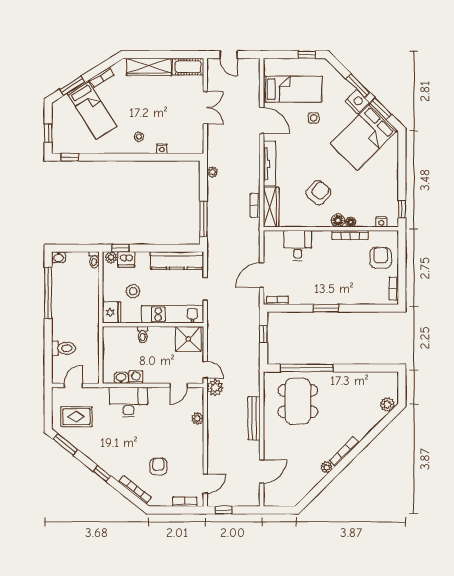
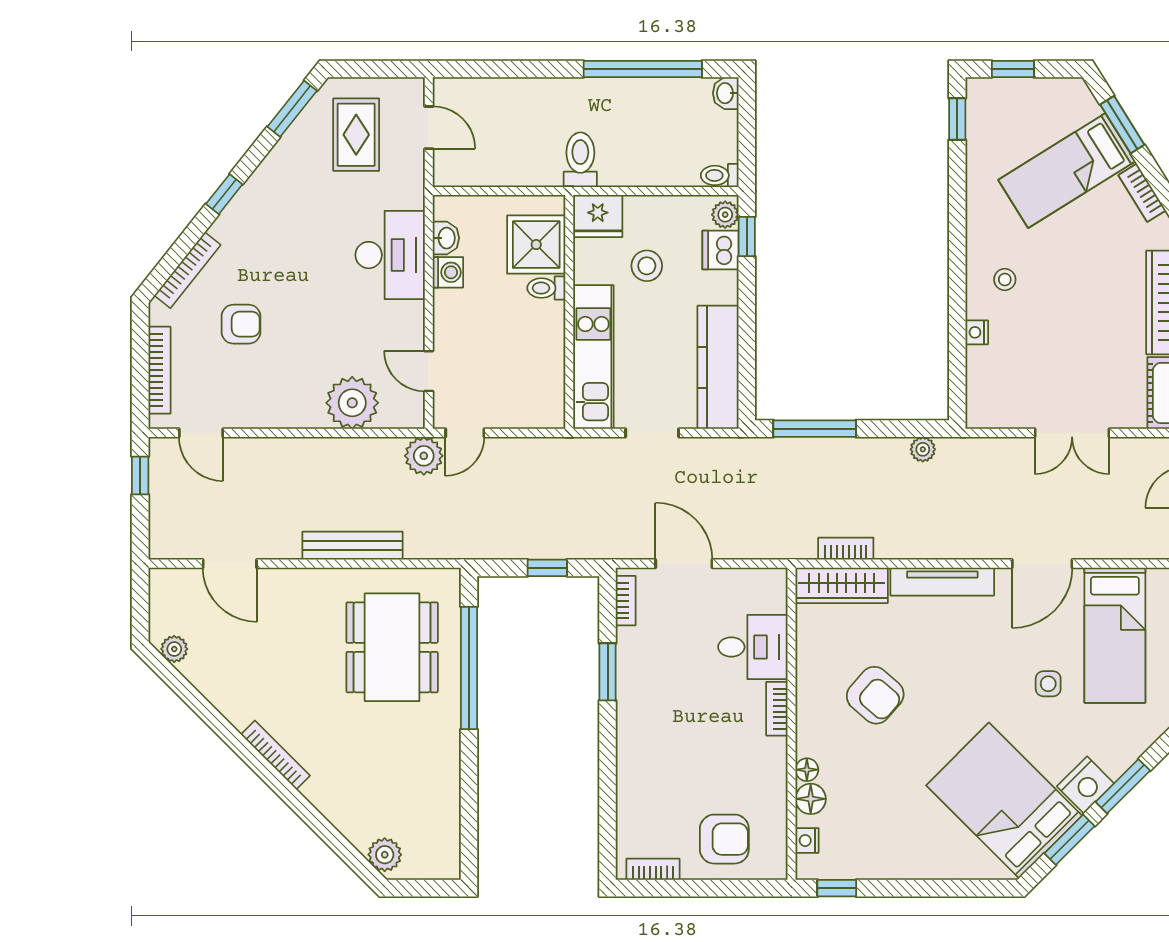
floor lamp: (338, 220) -> (811, 799), moved
bookcase: (350, 235) -> (777, 709), moved, width x0.64
window: (326, 308) -> (608, 672), moved
shower: (188, 339) -> (536, 245), moved
toilet: (63, 348) -> (580, 160), moved, turned 180
dining table: (298, 401) -> (392, 647), turned 90
plant: (198, 418) -> (352, 403), width x1.88, depth x1.88
plant: (326, 467) -> (174, 649), moved
bookcase: (185, 502) -> (159, 370), width x1.56

